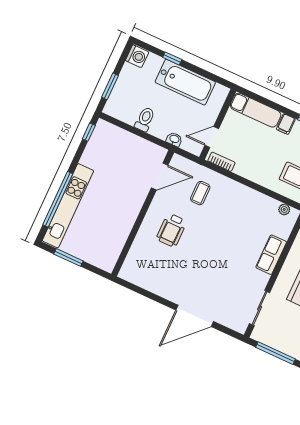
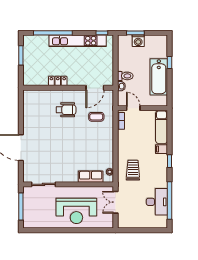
washing machine: (137, 56) -> (138, 41), moved
toilet: (145, 119) -> (125, 76), moved
door: (160, 176) -> (95, 88), hinge flipped
kitchen unit: (68, 206) -> (78, 41), moved
locker: (127, 223) -> (58, 81), added
wheelchair: (171, 230) -> (66, 110), turned 180
row of seats: (271, 255) -> (91, 177), moved

